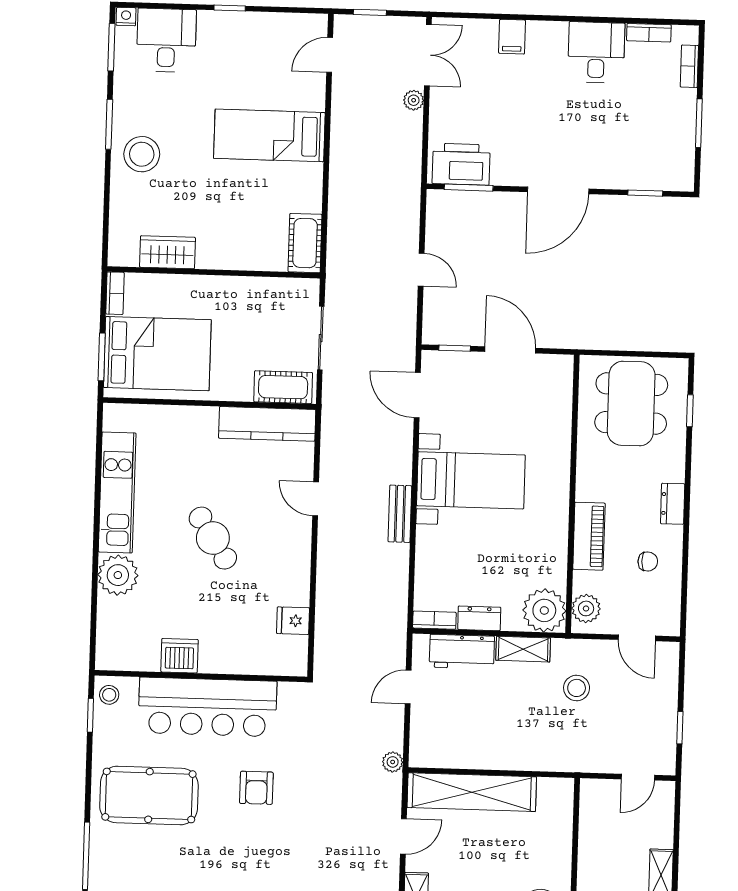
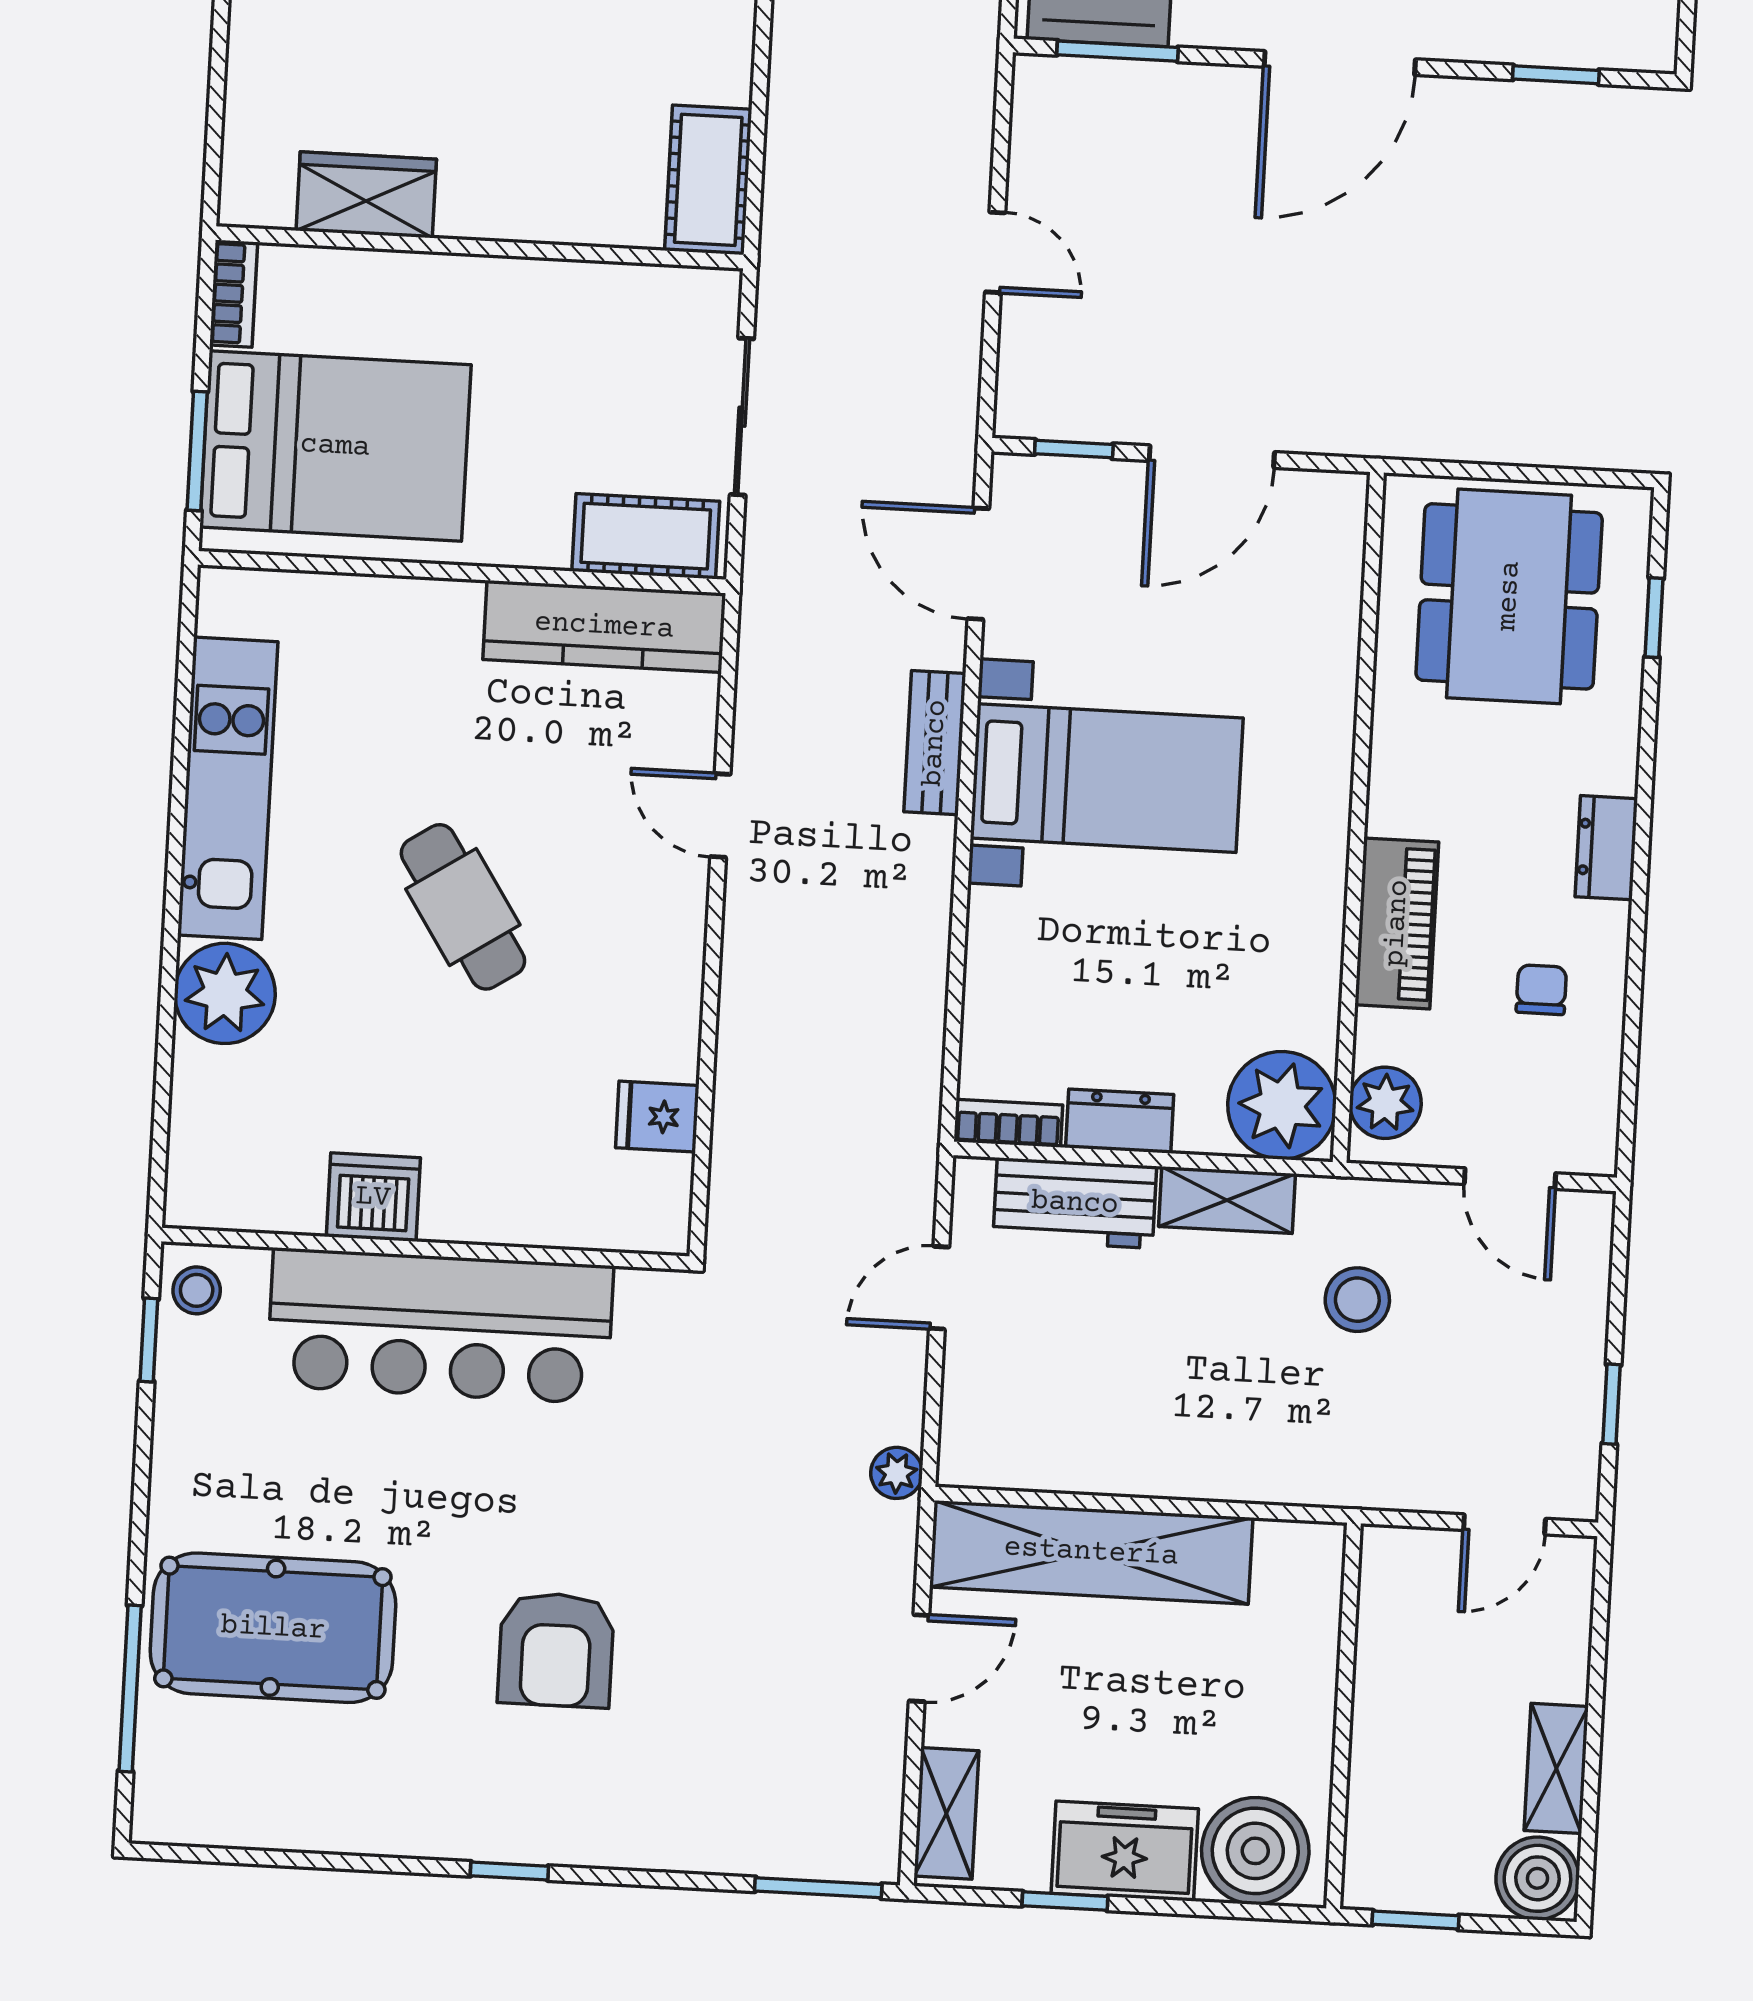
door: (510, 350) -> (1212, 457), swing flipped
bench: (400, 514) -> (935, 743), moved
chair: (648, 562) -> (1541, 990), turned -90
armchair: (256, 788) -> (556, 1650), moved, width x1.38, depth x1.38
pool table: (149, 795) -> (273, 1628), moved

